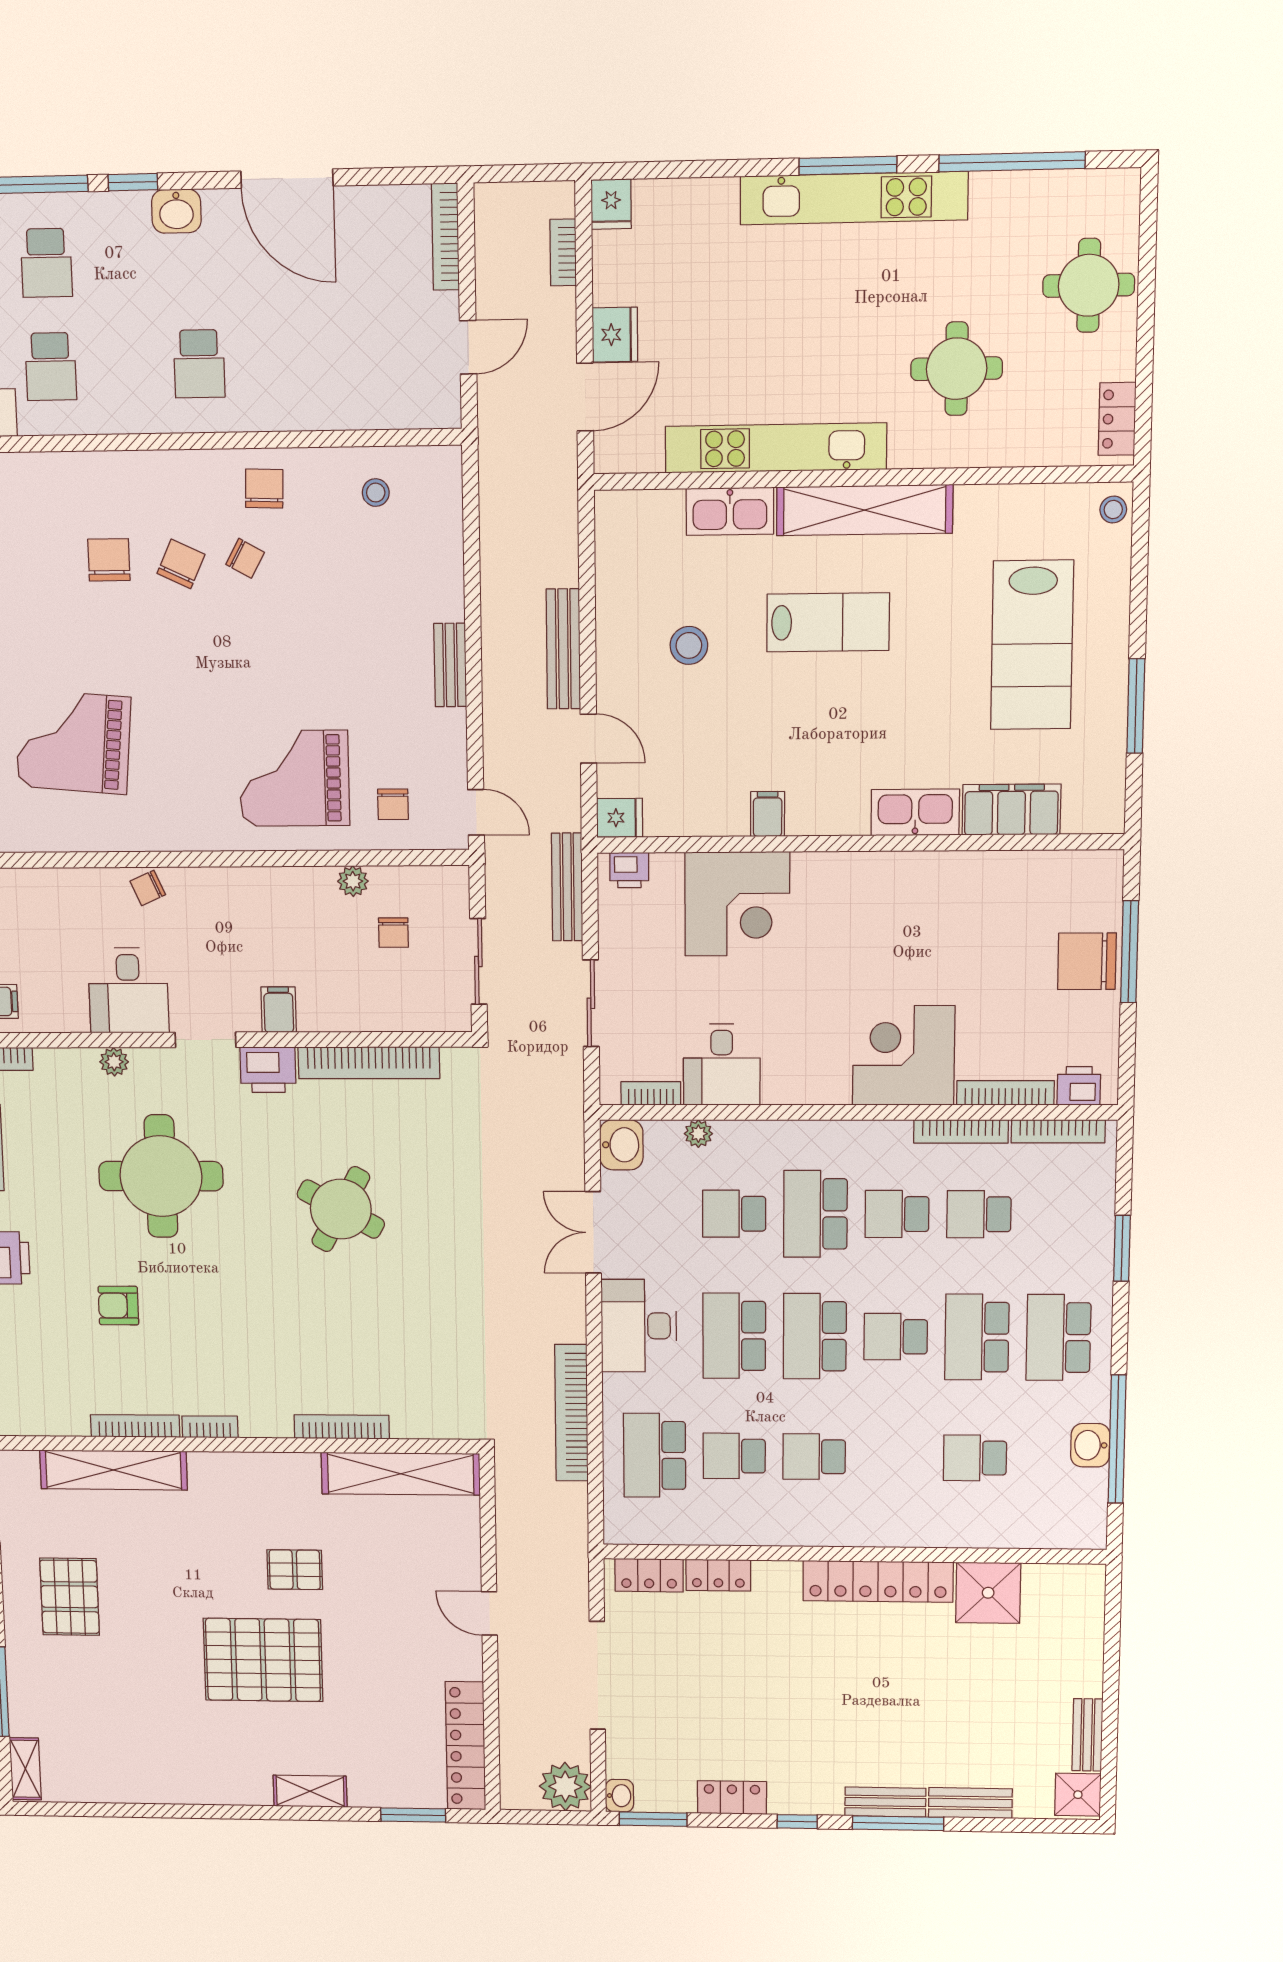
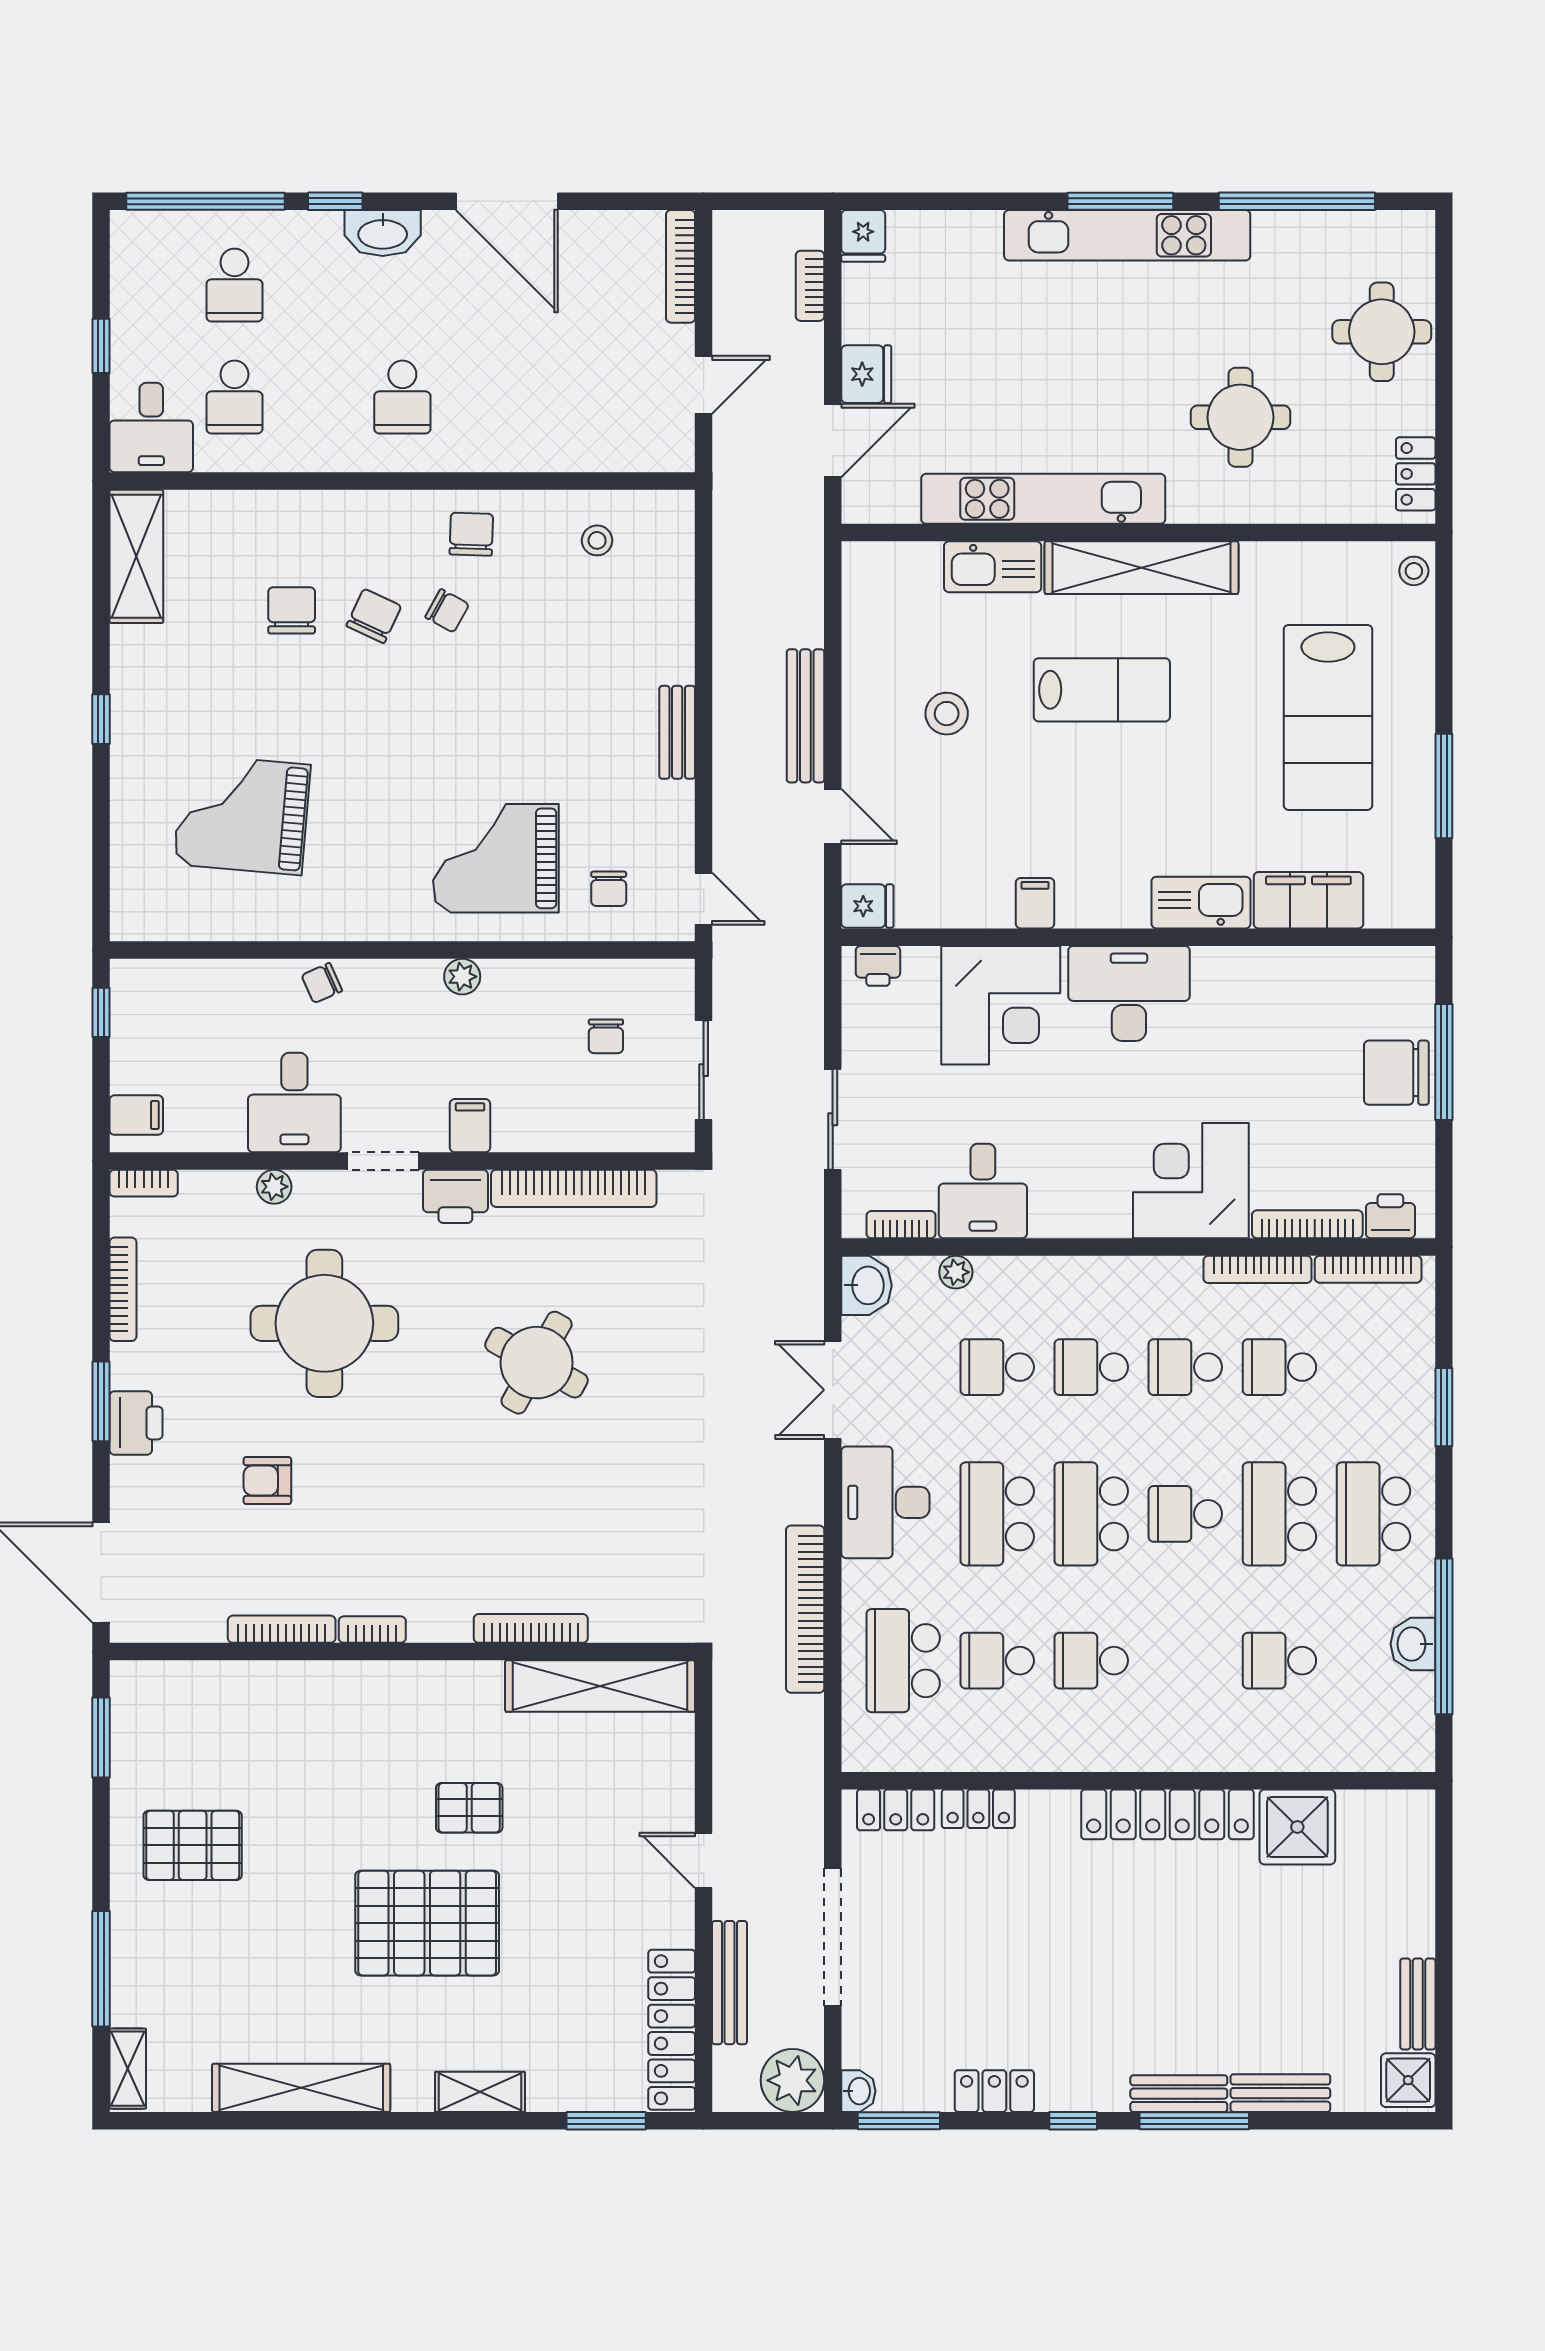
washbasin: (176, 211) -> (383, 233), width x1.38
plant: (353, 881) -> (462, 977), moved
bench: (567, 887) -> (730, 1983), moved
desk: (850, 893) -> (1129, 993), added
school desk: (815, 1214) -> (1091, 1367), width x0.54
shelving: (113, 1470) -> (301, 2088), moved
pallet: (70, 1597) -> (193, 1845), turned 90

